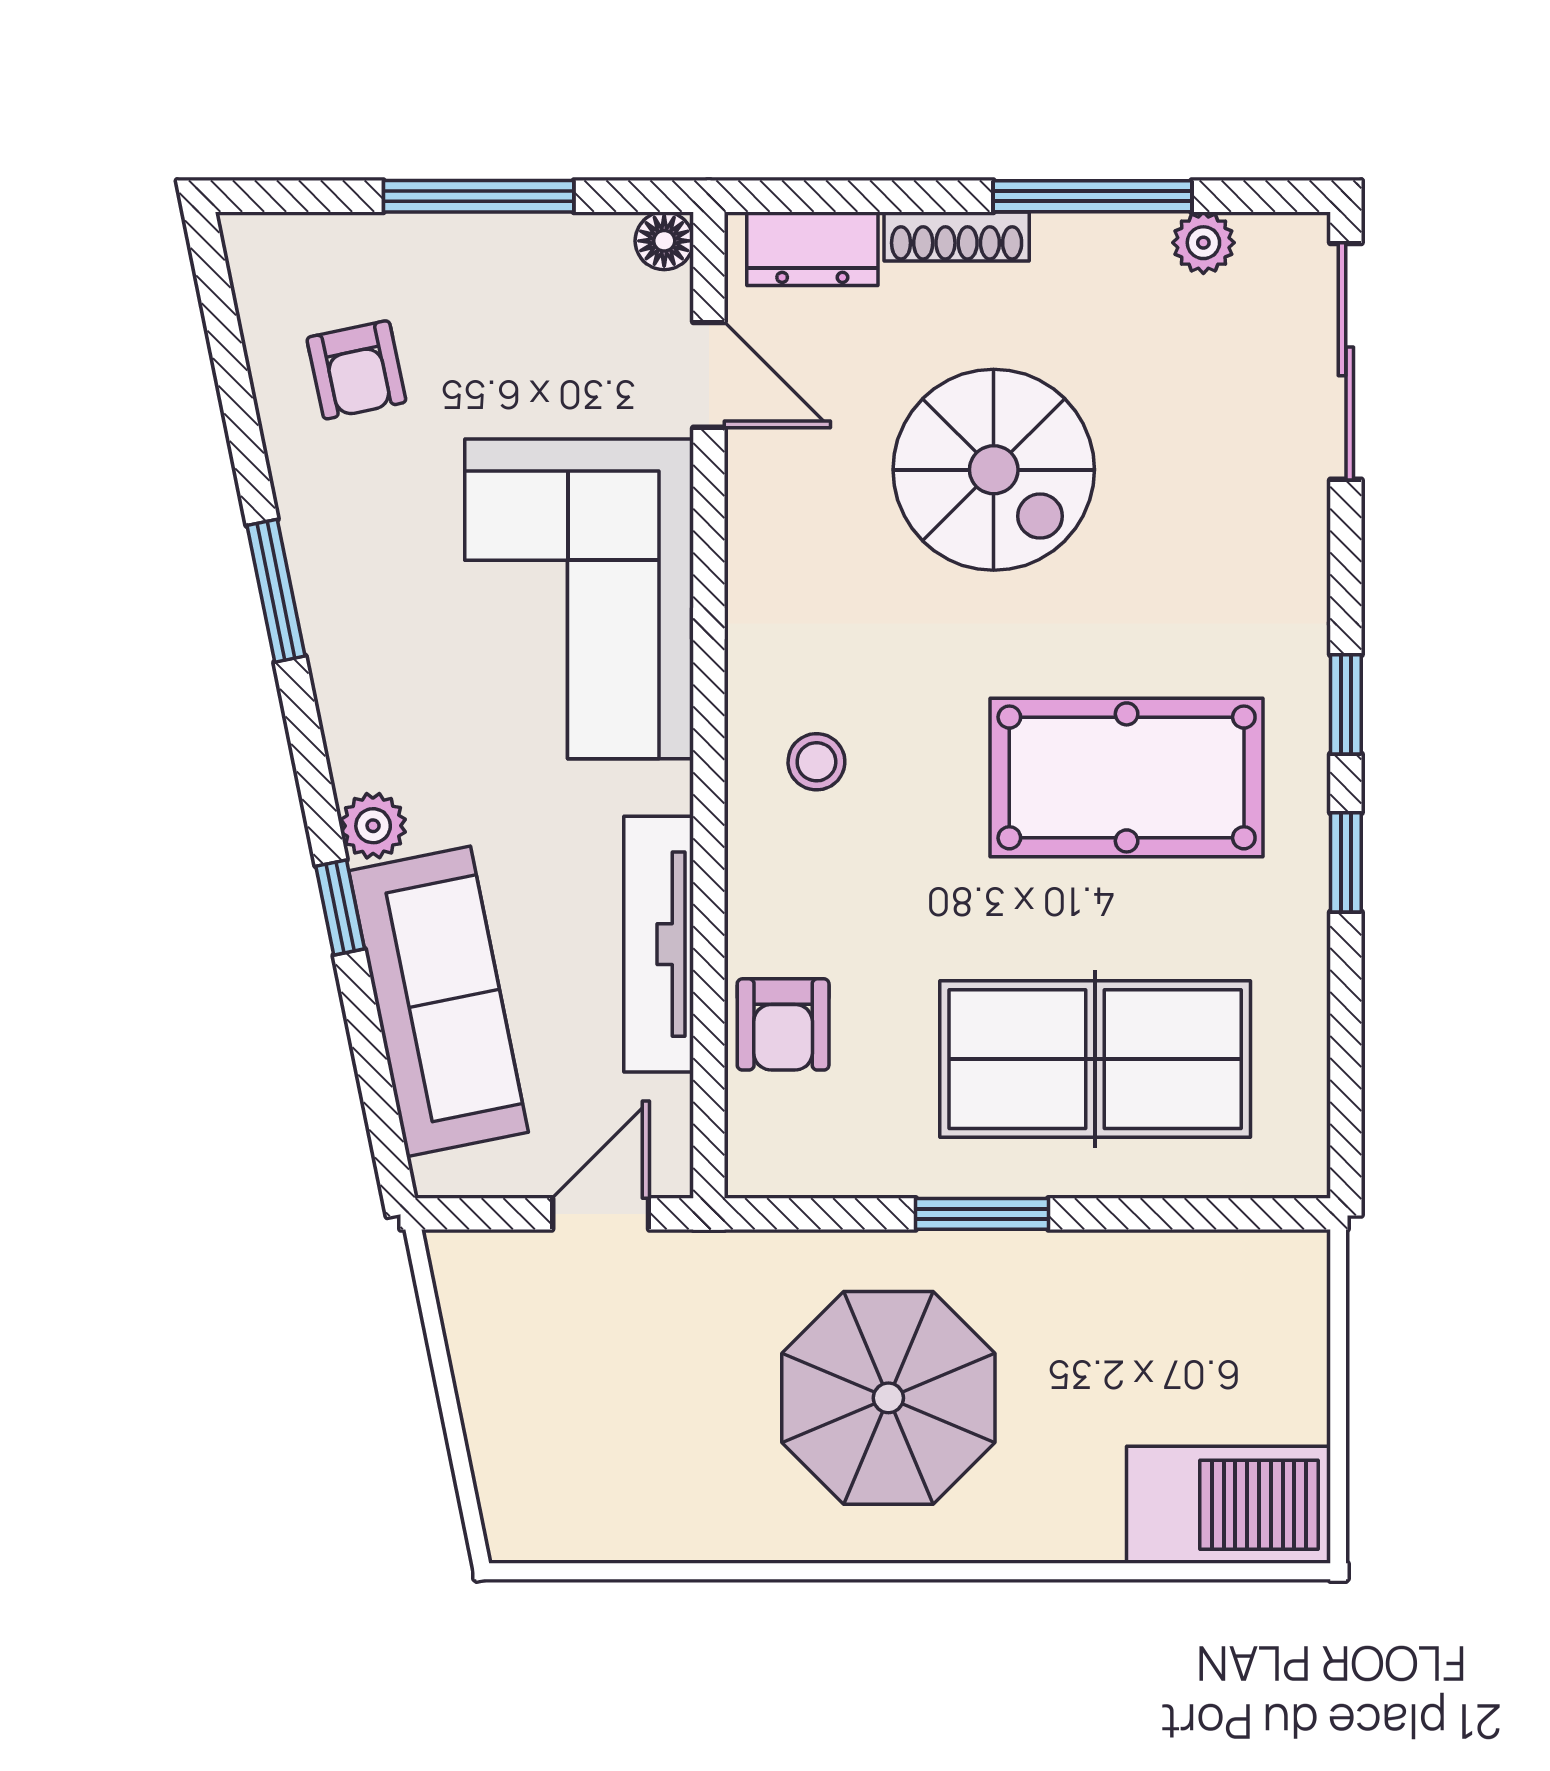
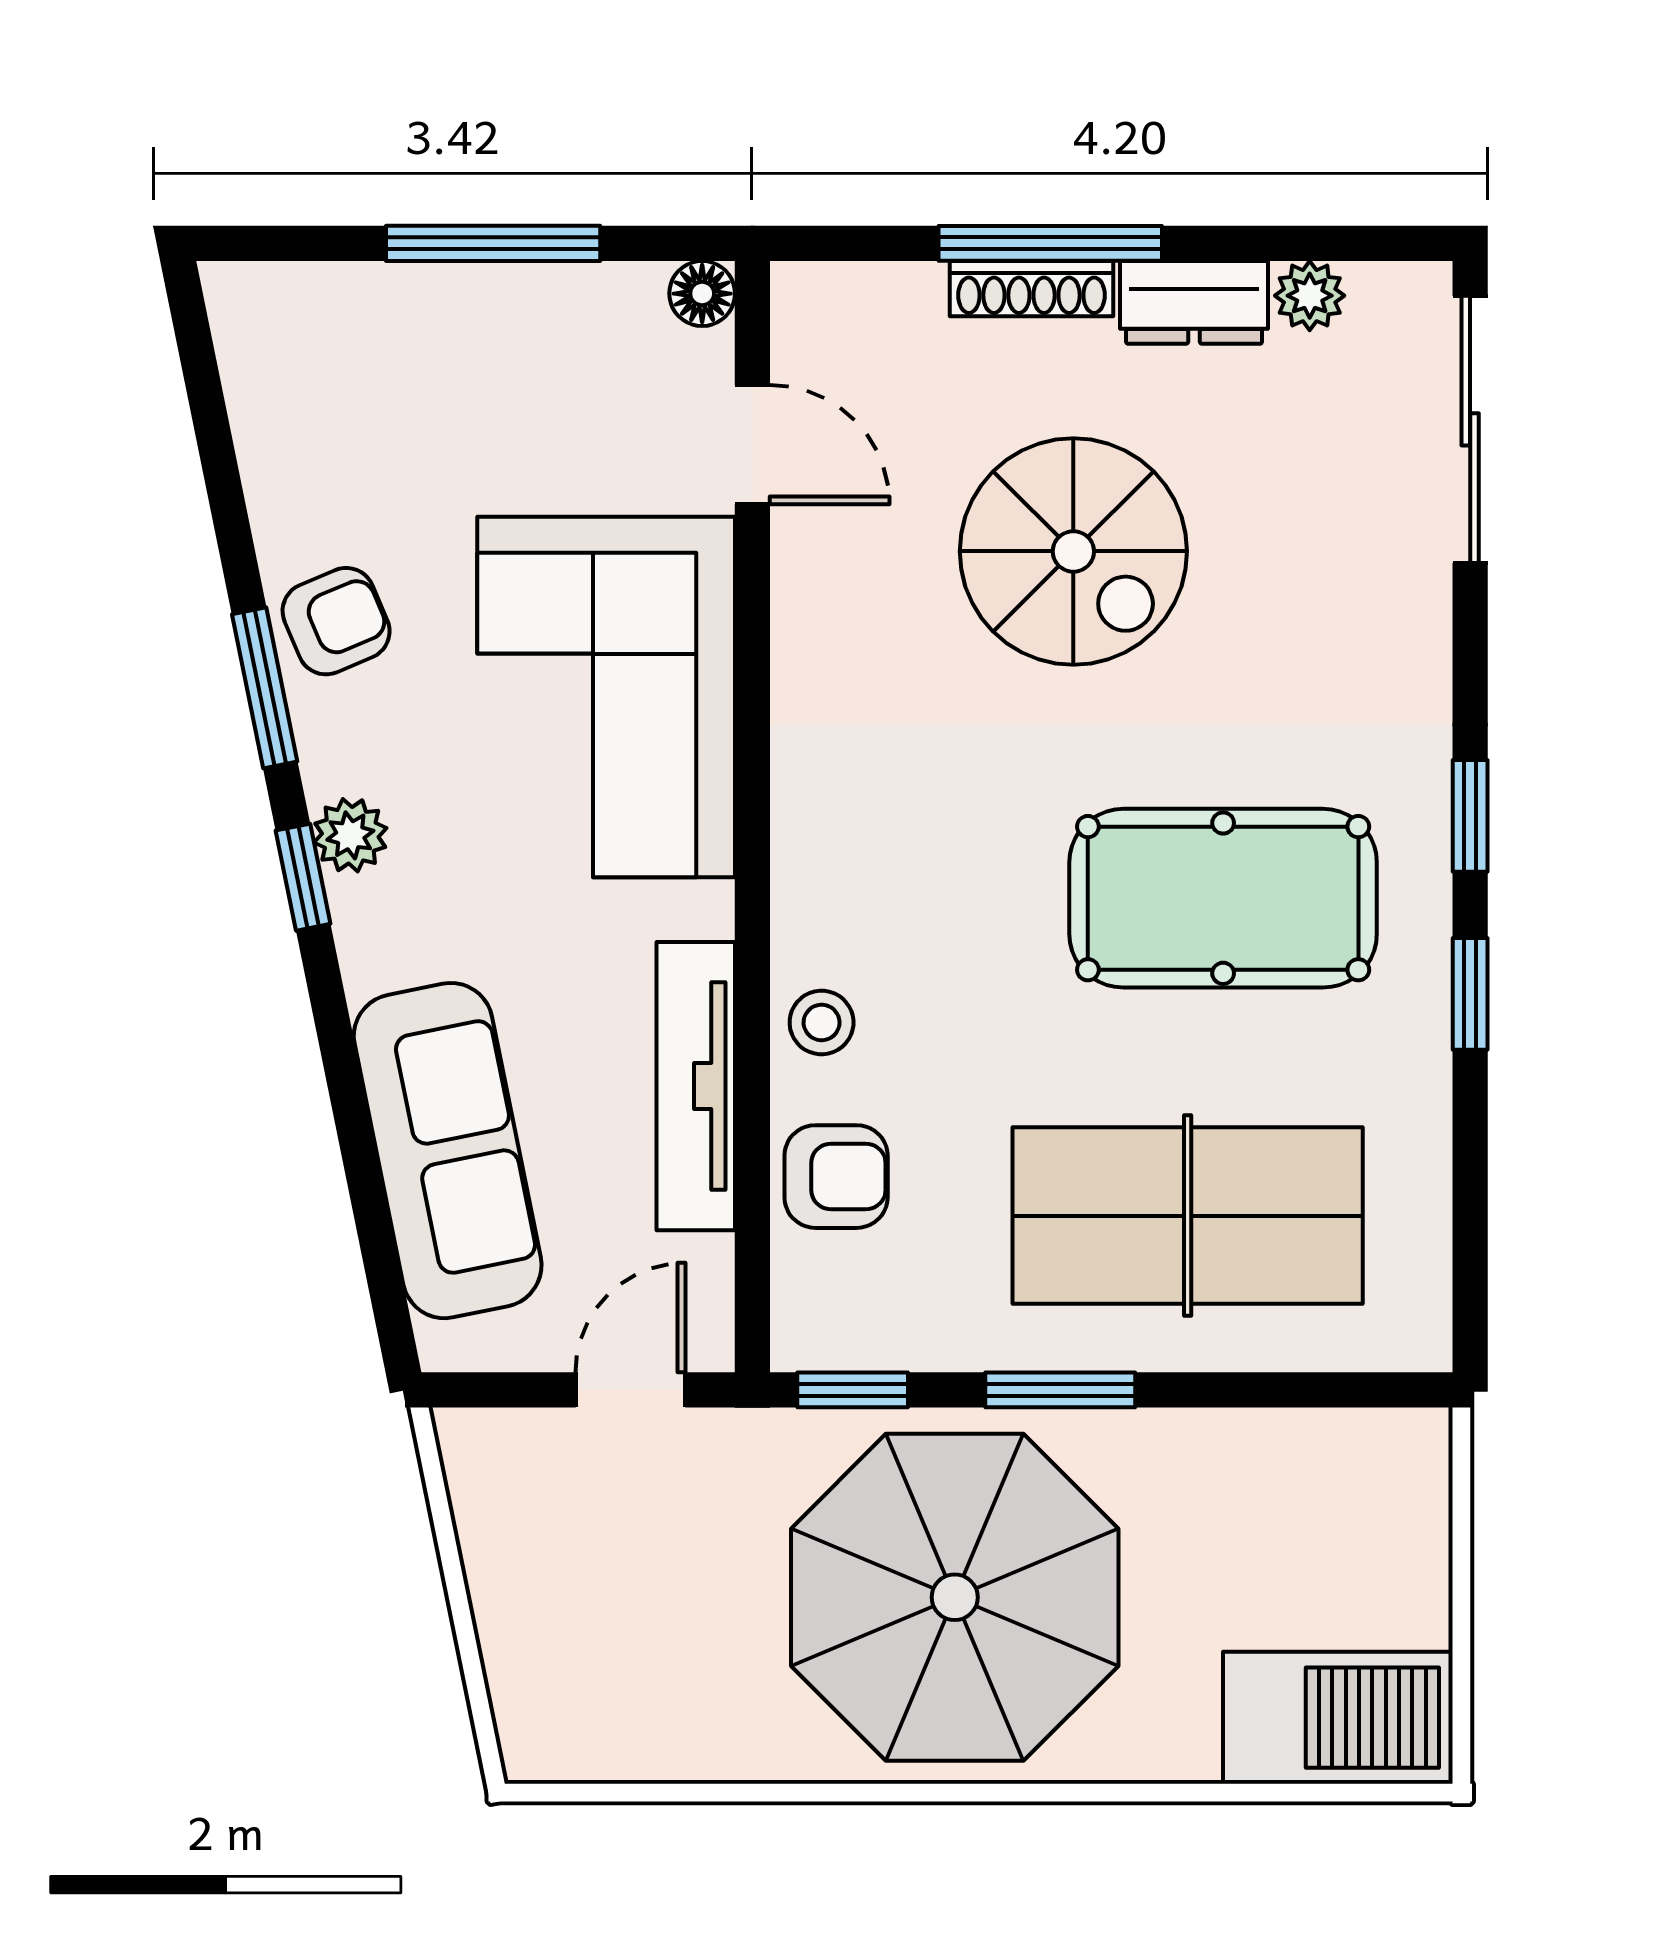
window: (1093, 196) -> (1050, 243), moved
dresser: (812, 249) -> (1194, 302), moved
armchair: (356, 370) -> (336, 621), moved, turned -101
stool: (816, 762) -> (822, 1022), moved
plant: (373, 826) -> (350, 835), moved
window: (340, 907) -> (303, 877), moved
armchair: (783, 1024) -> (836, 1177), turned -90
window: (798, 1214) -> (853, 1390), added
parasol: (888, 1398) -> (955, 1597), width x1.36, depth x1.36

